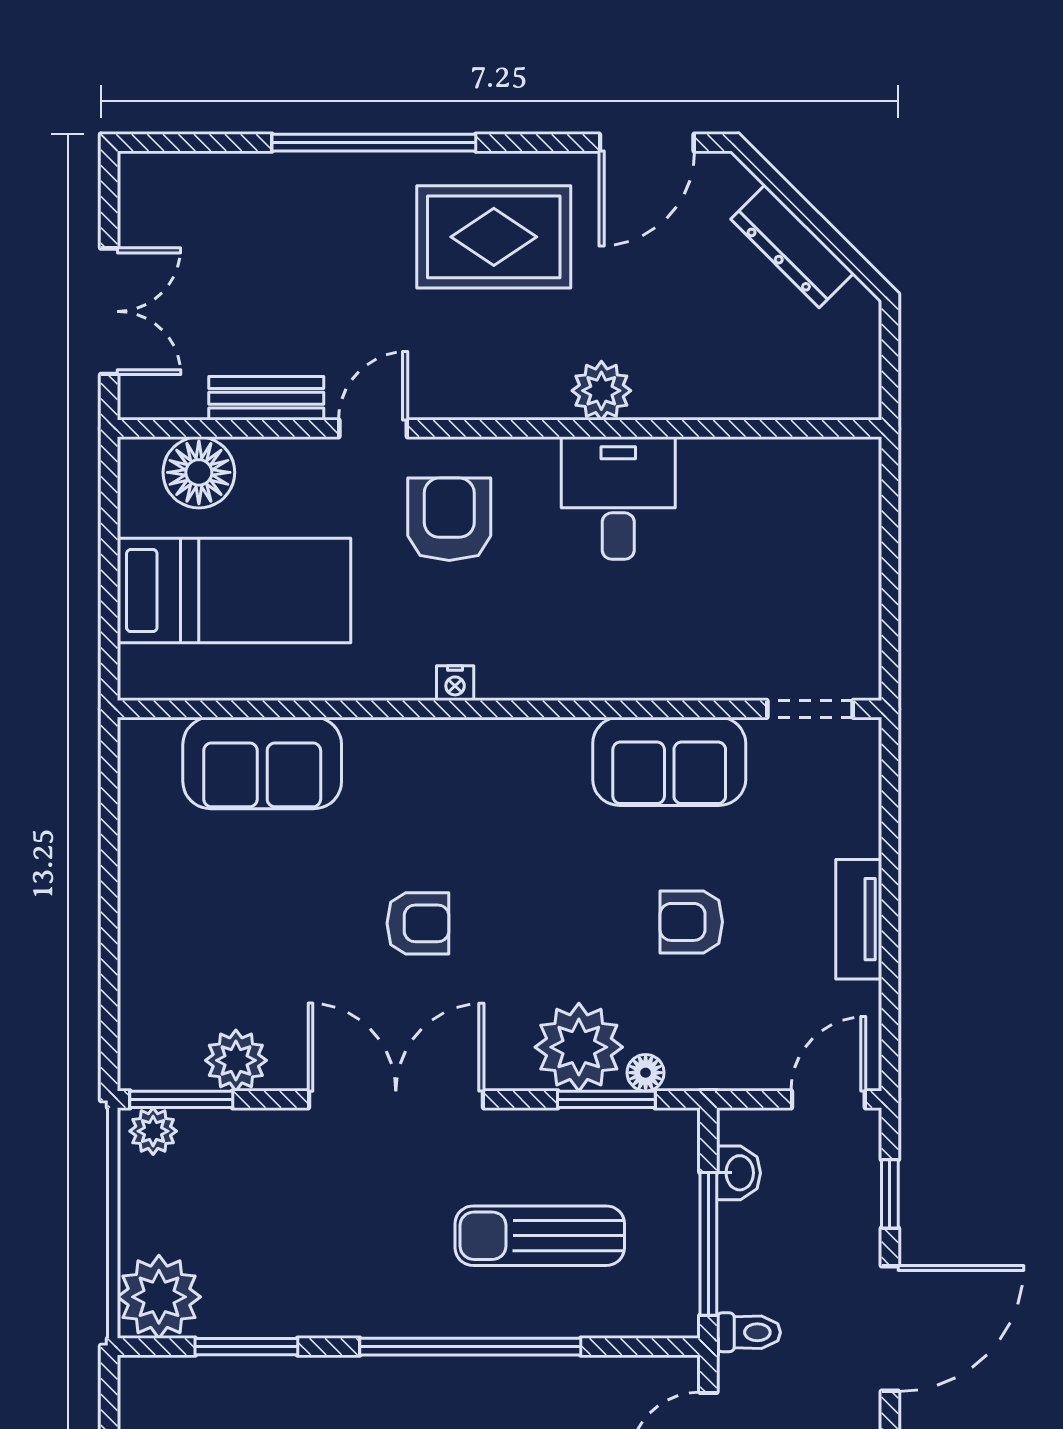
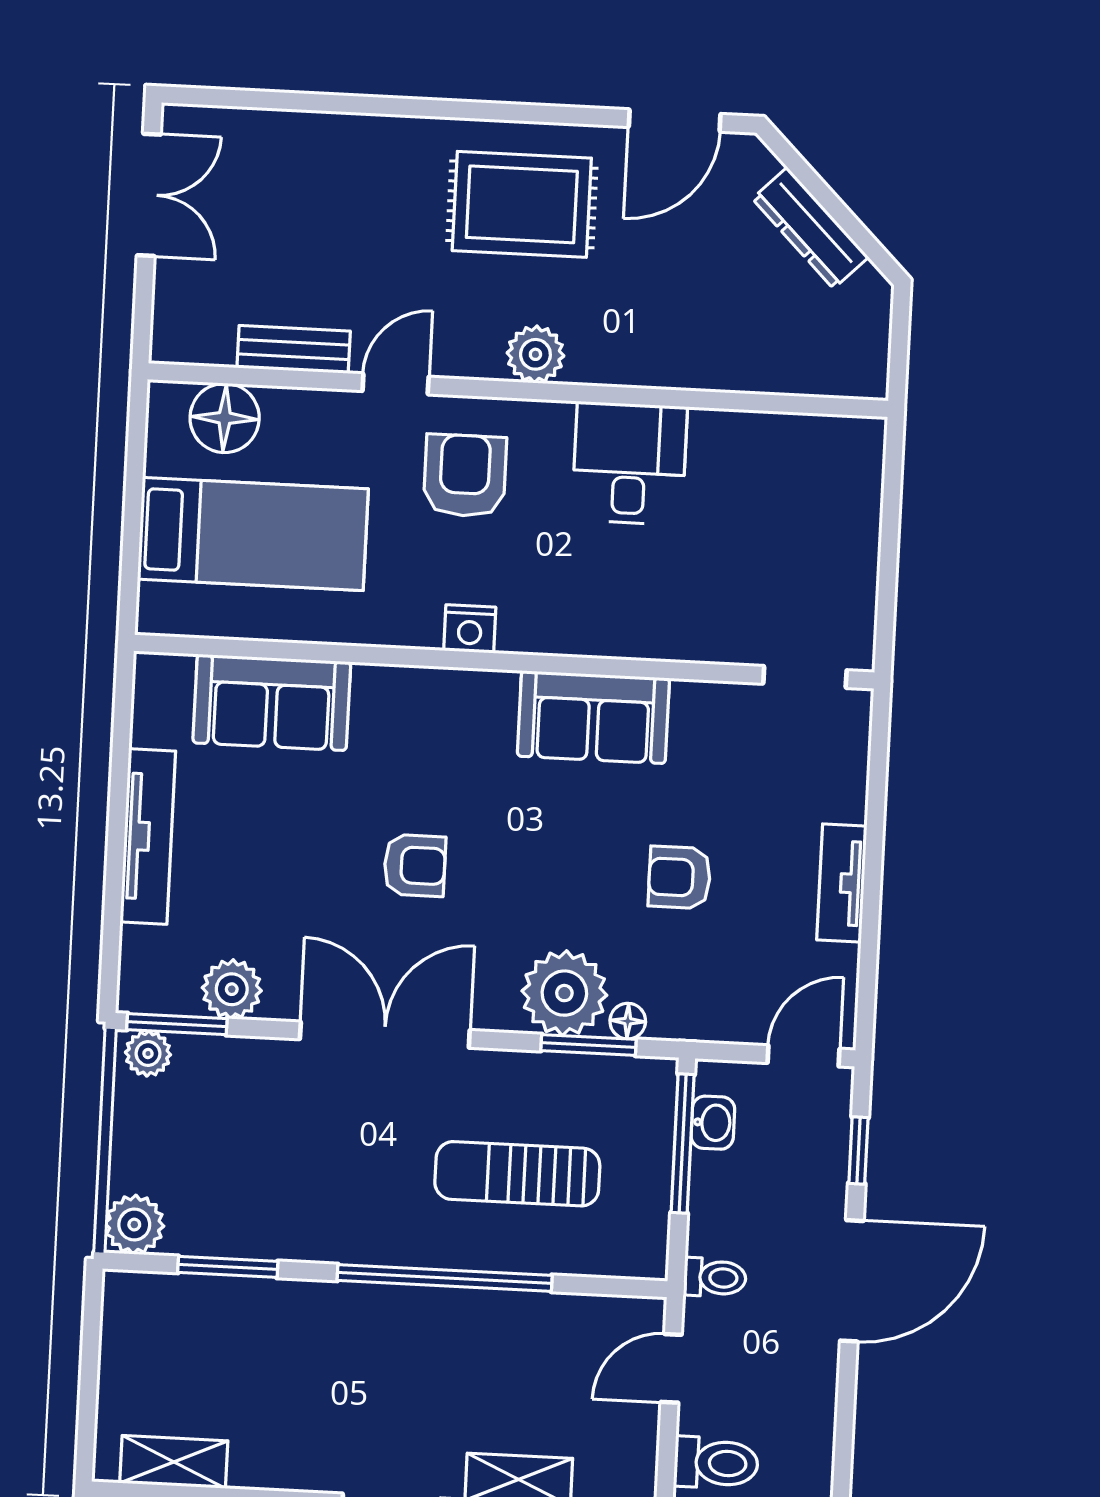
window: (374, 143) -> (410, 107), removed
double door: (109, 311) -> (149, 195), moved
plant: (601, 391) -> (535, 354), moved
nightstand: (455, 683) -> (470, 629), width x1.39, depth x1.35
sofa: (669, 761) -> (593, 717), moved
tv unit: (142, 908) -> (148, 836), added
window: (708, 1244) -> (683, 1144), moved
plant: (159, 1297) -> (134, 1225), width x0.73, depth x0.73

